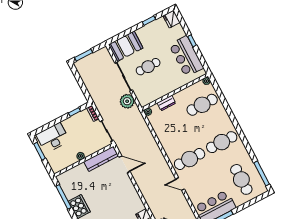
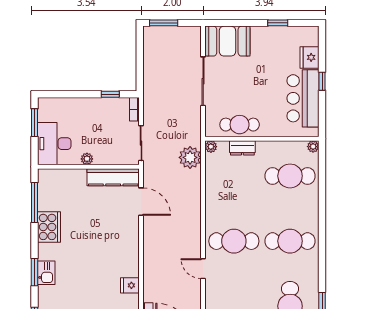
fridge: (171, 19) -> (310, 57), moved
cafe table: (148, 67) -> (240, 125), moved
plant: (127, 101) -> (190, 157), moved
desk: (53, 138) -> (54, 144), moved, turned -90

